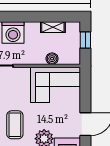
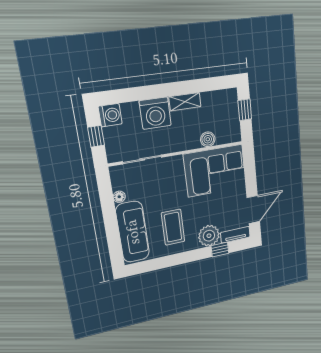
shelving: (53, 27) -> (185, 102), moved

